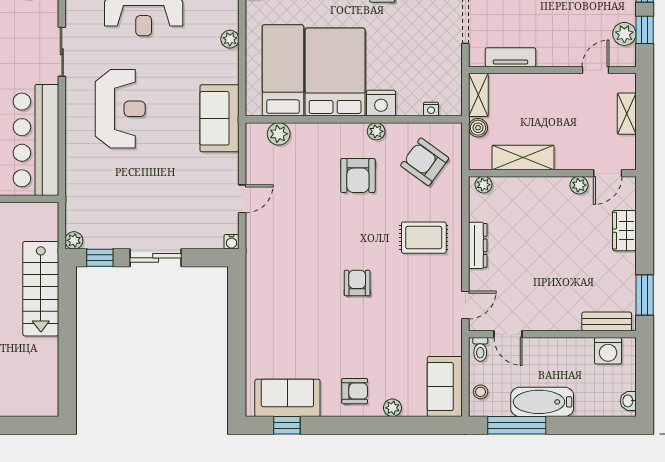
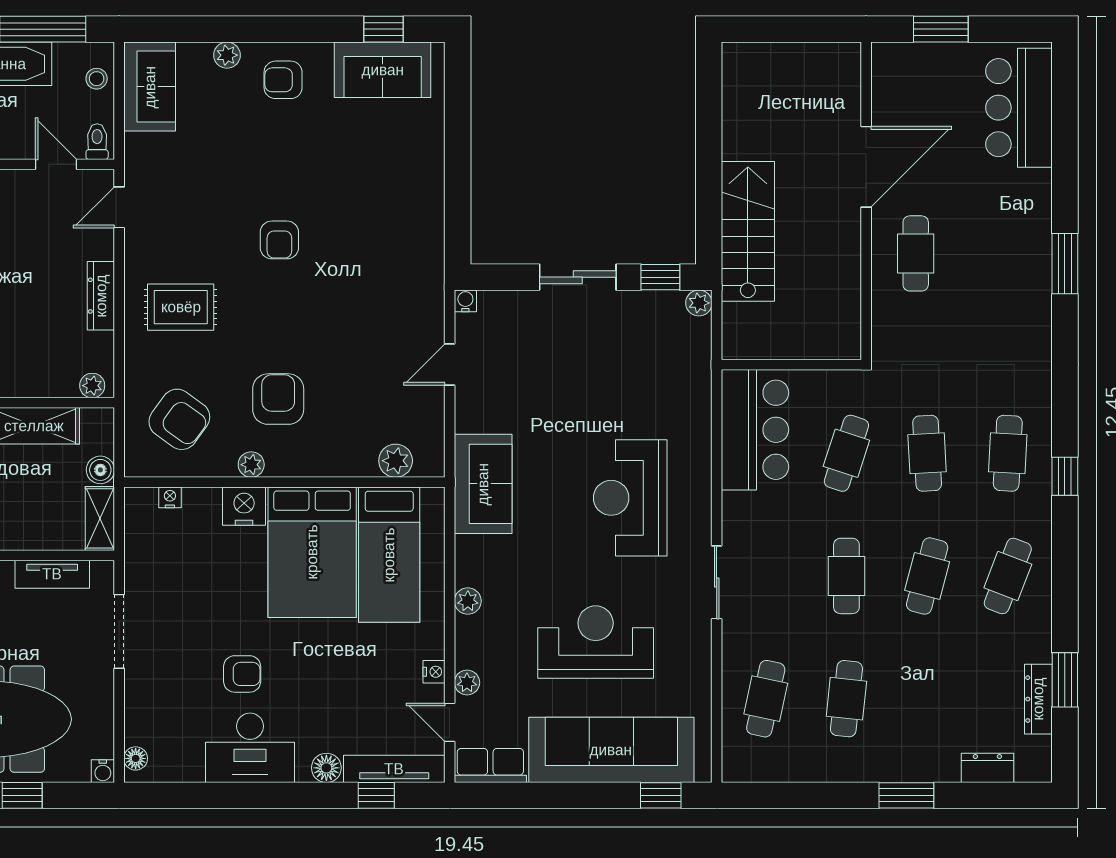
bar counter: (36, 140) -> (755, 430), width x0.73

